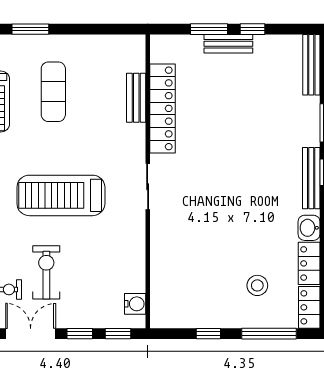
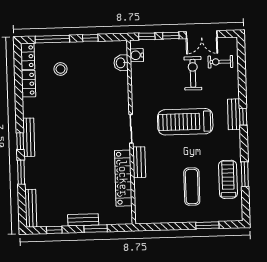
window: (253, 29) -> (54, 230), moved
bench: (136, 98) -> (139, 162), moved
treadmill: (61, 195) -> (185, 122), turned 180
washbasin: (309, 228) -> (121, 63), moved, turned 180
exercise bike: (46, 272) -> (193, 73), turned 180

